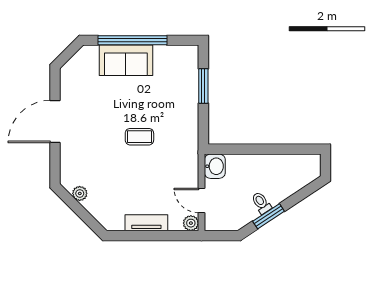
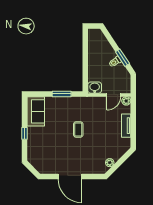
window: (133, 40) -> (25, 133), width x0.32
sofa: (126, 60) -> (36, 111), moved
window: (203, 86) -> (62, 94), moved

